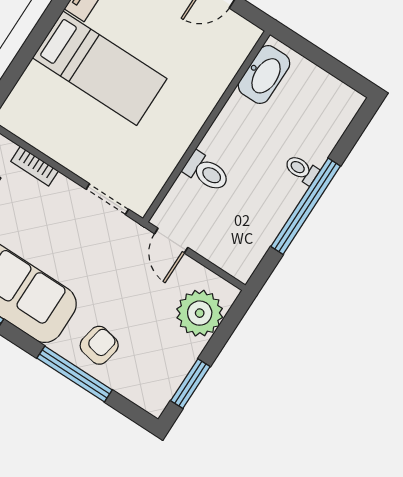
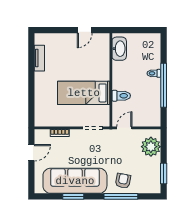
bed: (100, 68) -> (84, 93), moved, turned 180
door: (171, 241) -> (124, 128), swing flipped

